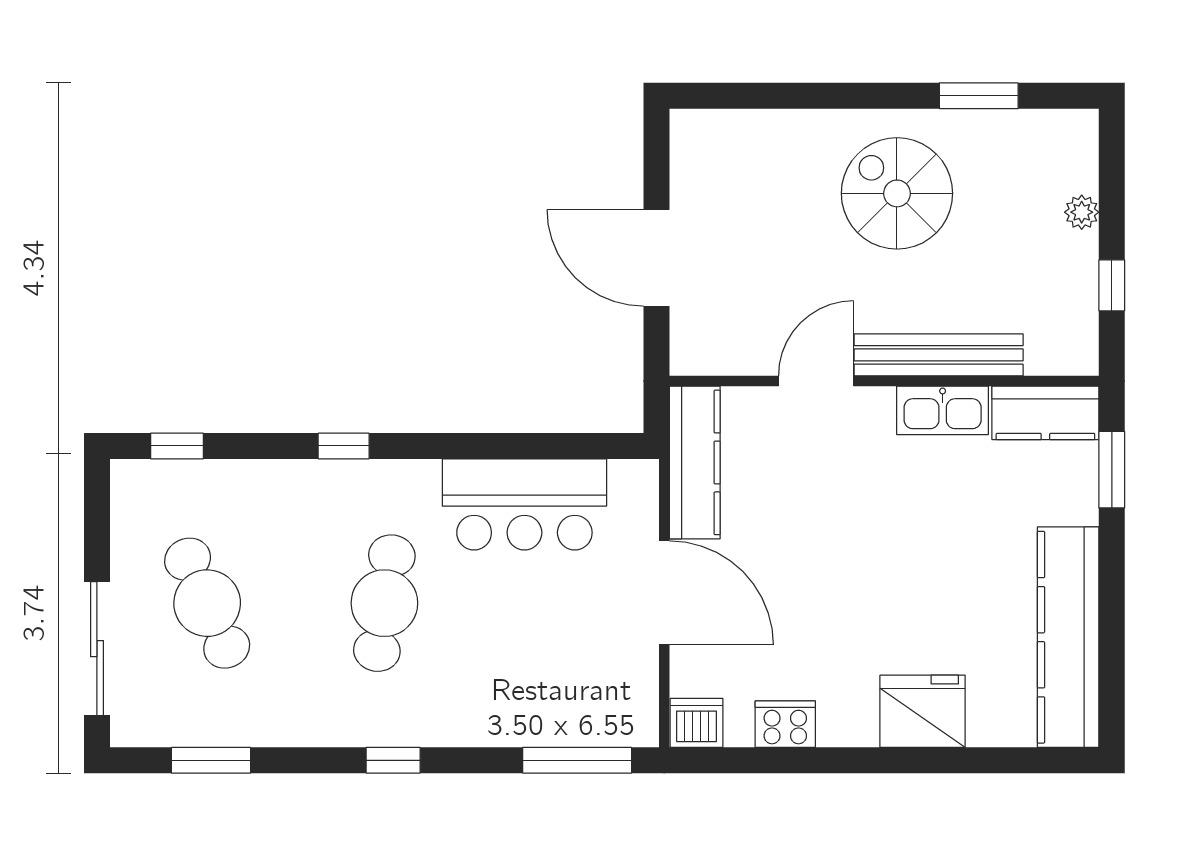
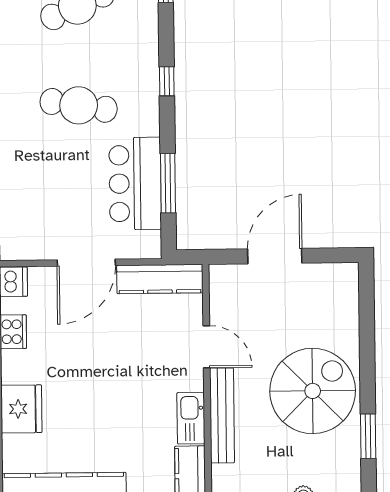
spiral stairs: (897, 193) -> (313, 391), width x1.37, depth x1.37
window: (525, 446) -> (168, 183), added

